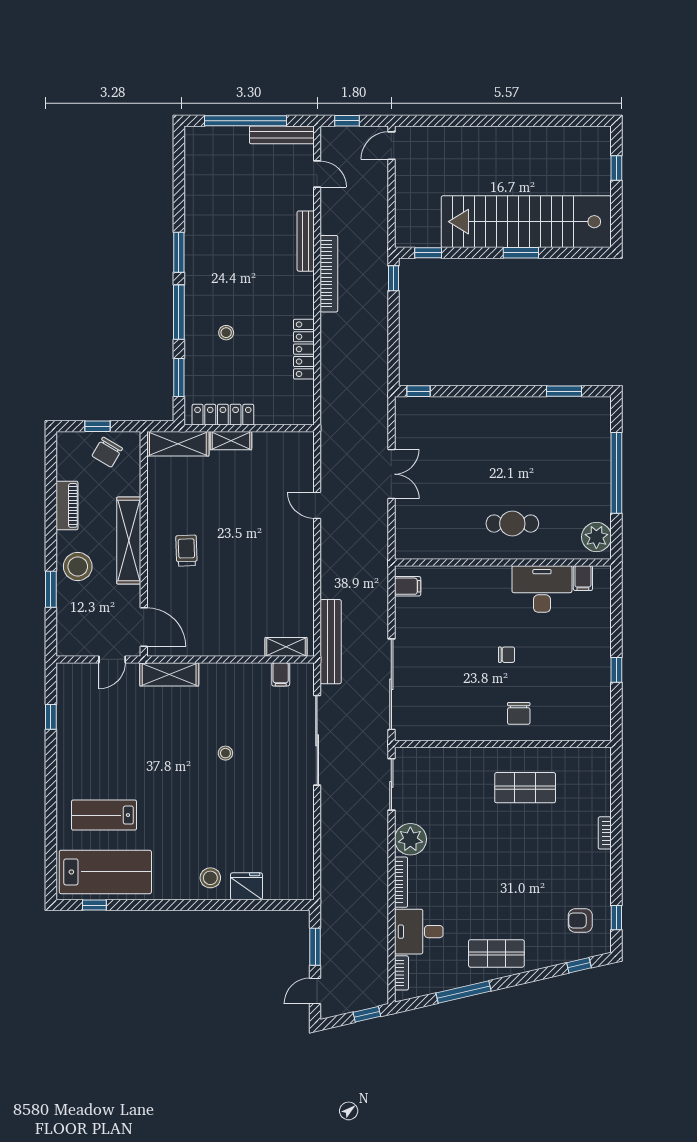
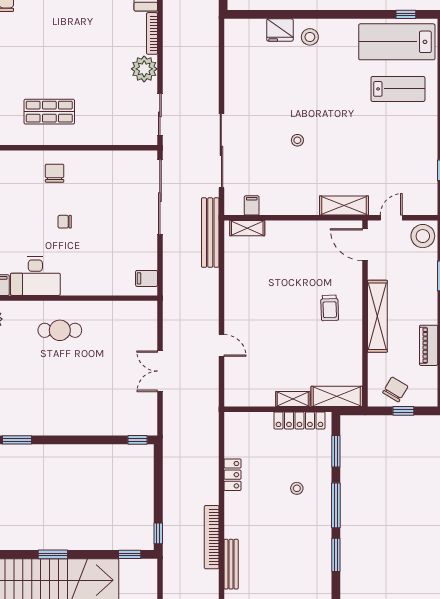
locker: (304, 349) -> (233, 475), width x0.66
stool: (78, 566) -> (423, 236), moved

